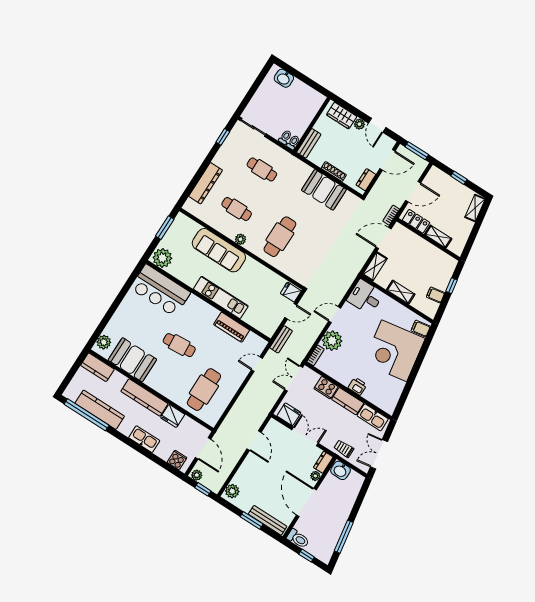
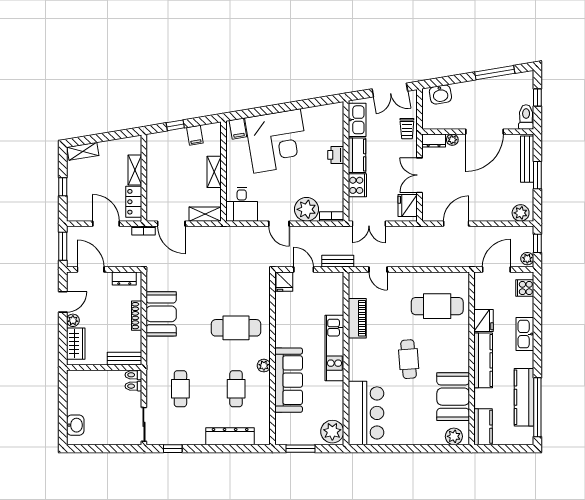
washbasin: (341, 470) -> (440, 94), moved, turned 81

